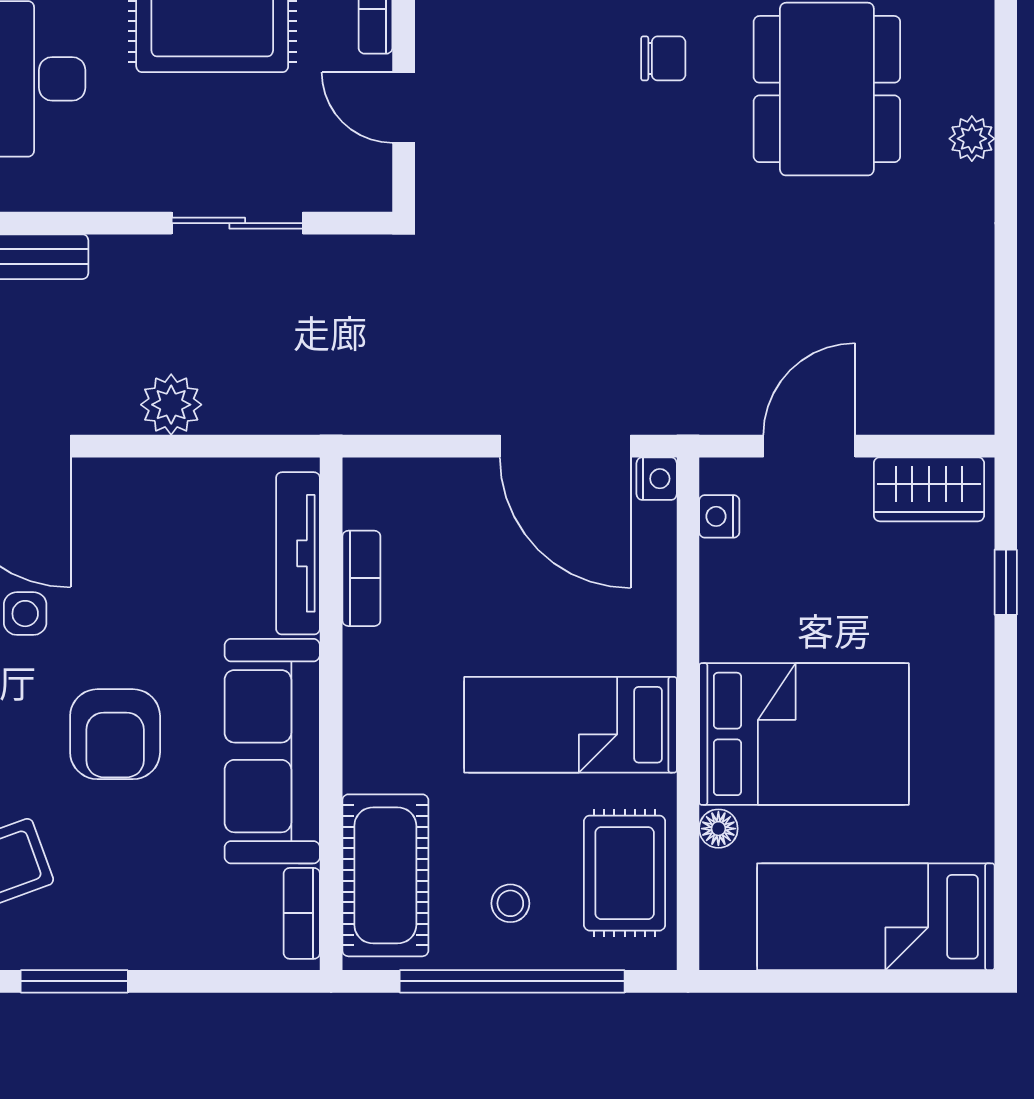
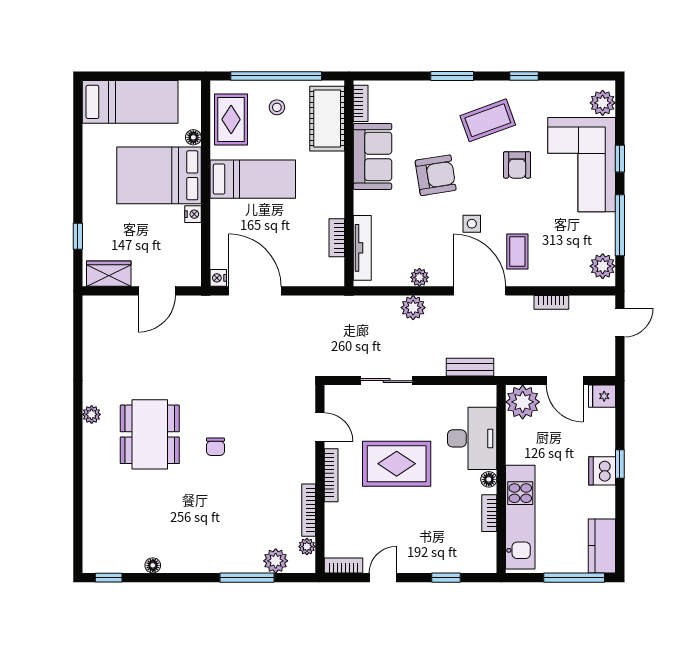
chair: (663, 58) -> (215, 447), turned -90
plant: (155, 480) -> (419, 277), added
nightstand: (719, 516) -> (193, 214), moved
armchair: (115, 734) -> (436, 175), turned 81
sofa: (272, 751) -> (373, 156), width x0.73

